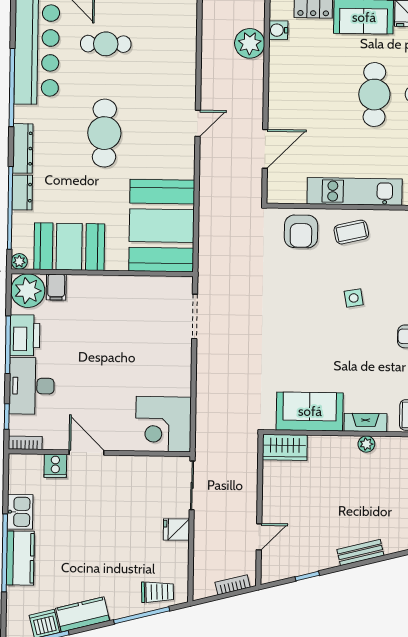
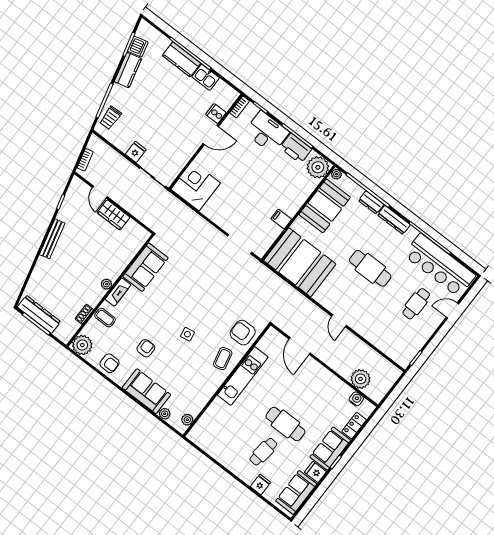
filing cabinet: (56, 287) -> (281, 219), moved
wardrobe: (285, 447) -> (113, 215), moved, turned -90
bench: (360, 553) -> (52, 239), width x1.36

